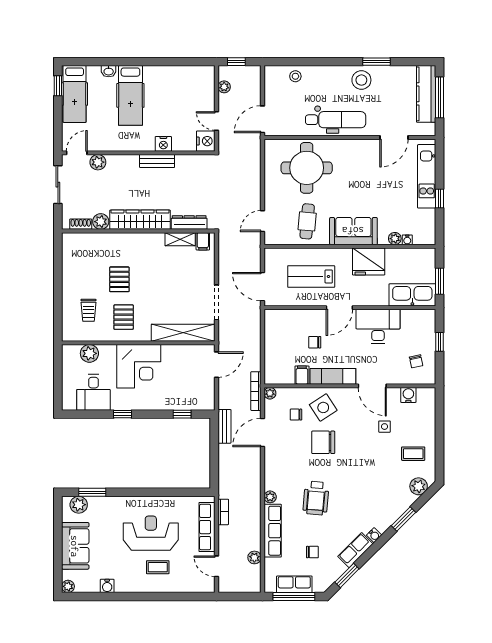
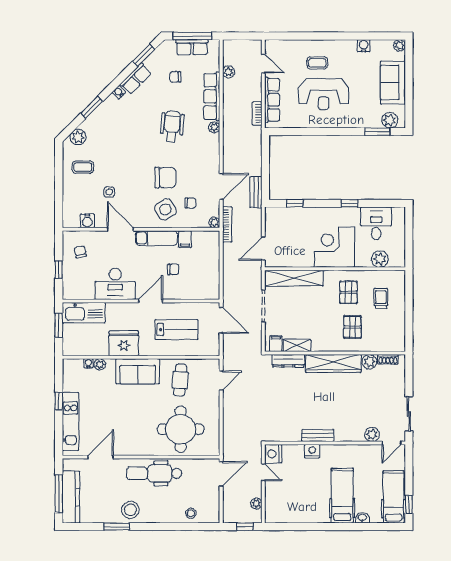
wardrobe: (140, 220) -> (333, 363), moved
plant: (101, 222) -> (369, 362), moved
dresser: (189, 223) -> (288, 361), moved
shoe rack: (81, 224) -> (388, 359), moved
wall: (138, 231) -> (335, 353), moved
shelving: (180, 239) -> (297, 345), moved
filing cabinet: (203, 241) -> (276, 344), moved

